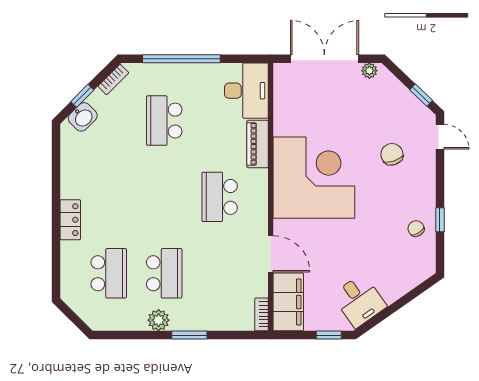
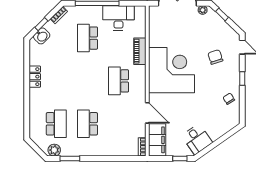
desk: (246, 91) -> (118, 18), moved, turned -90
window: (421, 95) -> (222, 14), moved
locker: (70, 220) -> (35, 77), moved
window: (440, 220) -> (242, 78), moved
school desk: (164, 273) -> (87, 124), turned 180
plant: (159, 320) -> (54, 150), moved
window: (189, 335) -> (70, 158), moved

